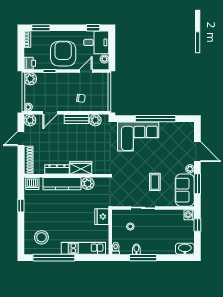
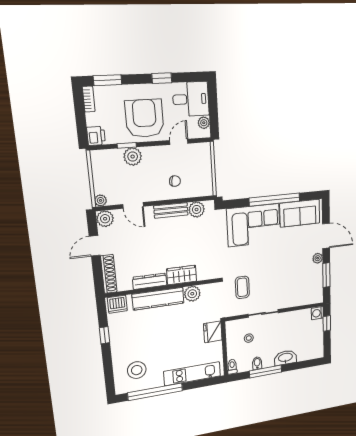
window: (93, 28) -> (162, 78), moved
plant: (30, 79) -> (133, 157), moved
door: (50, 113) -> (133, 205), hinge flipped
coffee table: (155, 182) -> (242, 287), moved
sofa: (185, 190) -> (300, 213), moved, turned -90
washbasin: (185, 249) -> (285, 358), moved

